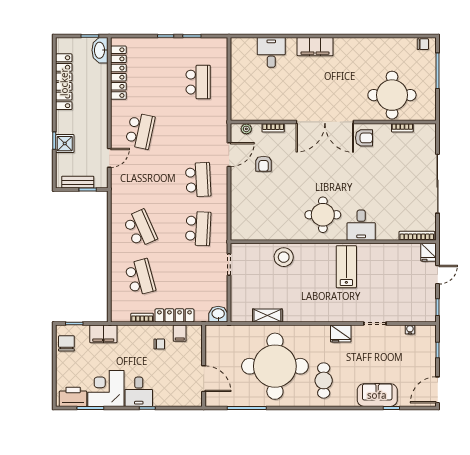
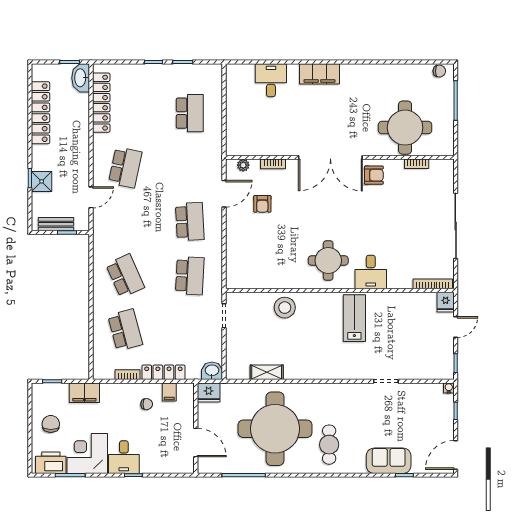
water cooler: (410, 330) -> (449, 388), moved
fridge: (341, 334) -> (209, 392), moved
chair: (66, 343) -> (51, 424), moved

